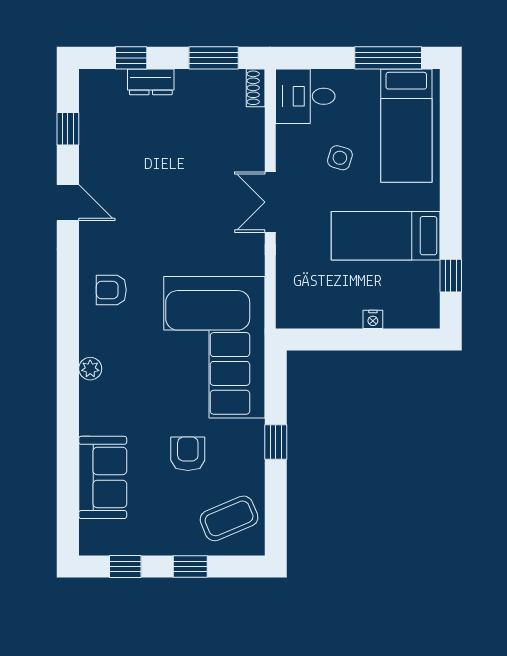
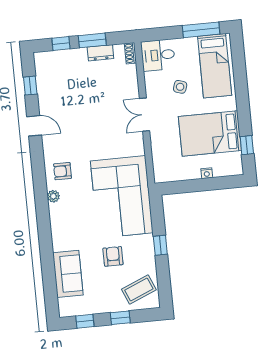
window: (214, 58) -> (92, 40), moved
dresser: (151, 82) -> (100, 53), moved
bed: (386, 236) -> (210, 133), width x1.50
plant: (90, 369) -> (53, 196), moved

